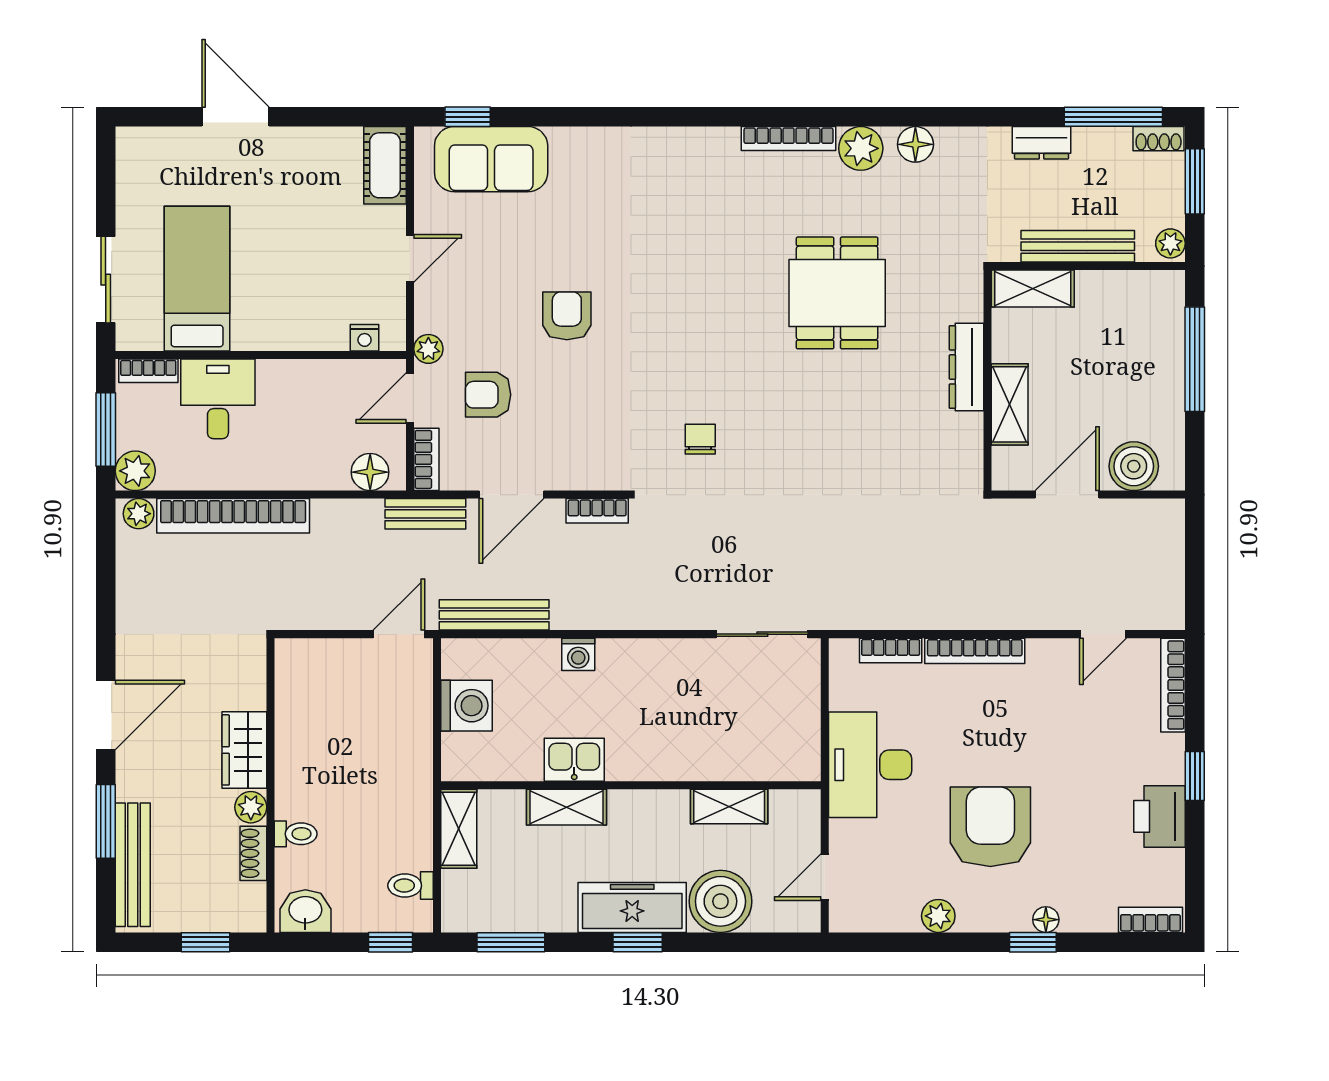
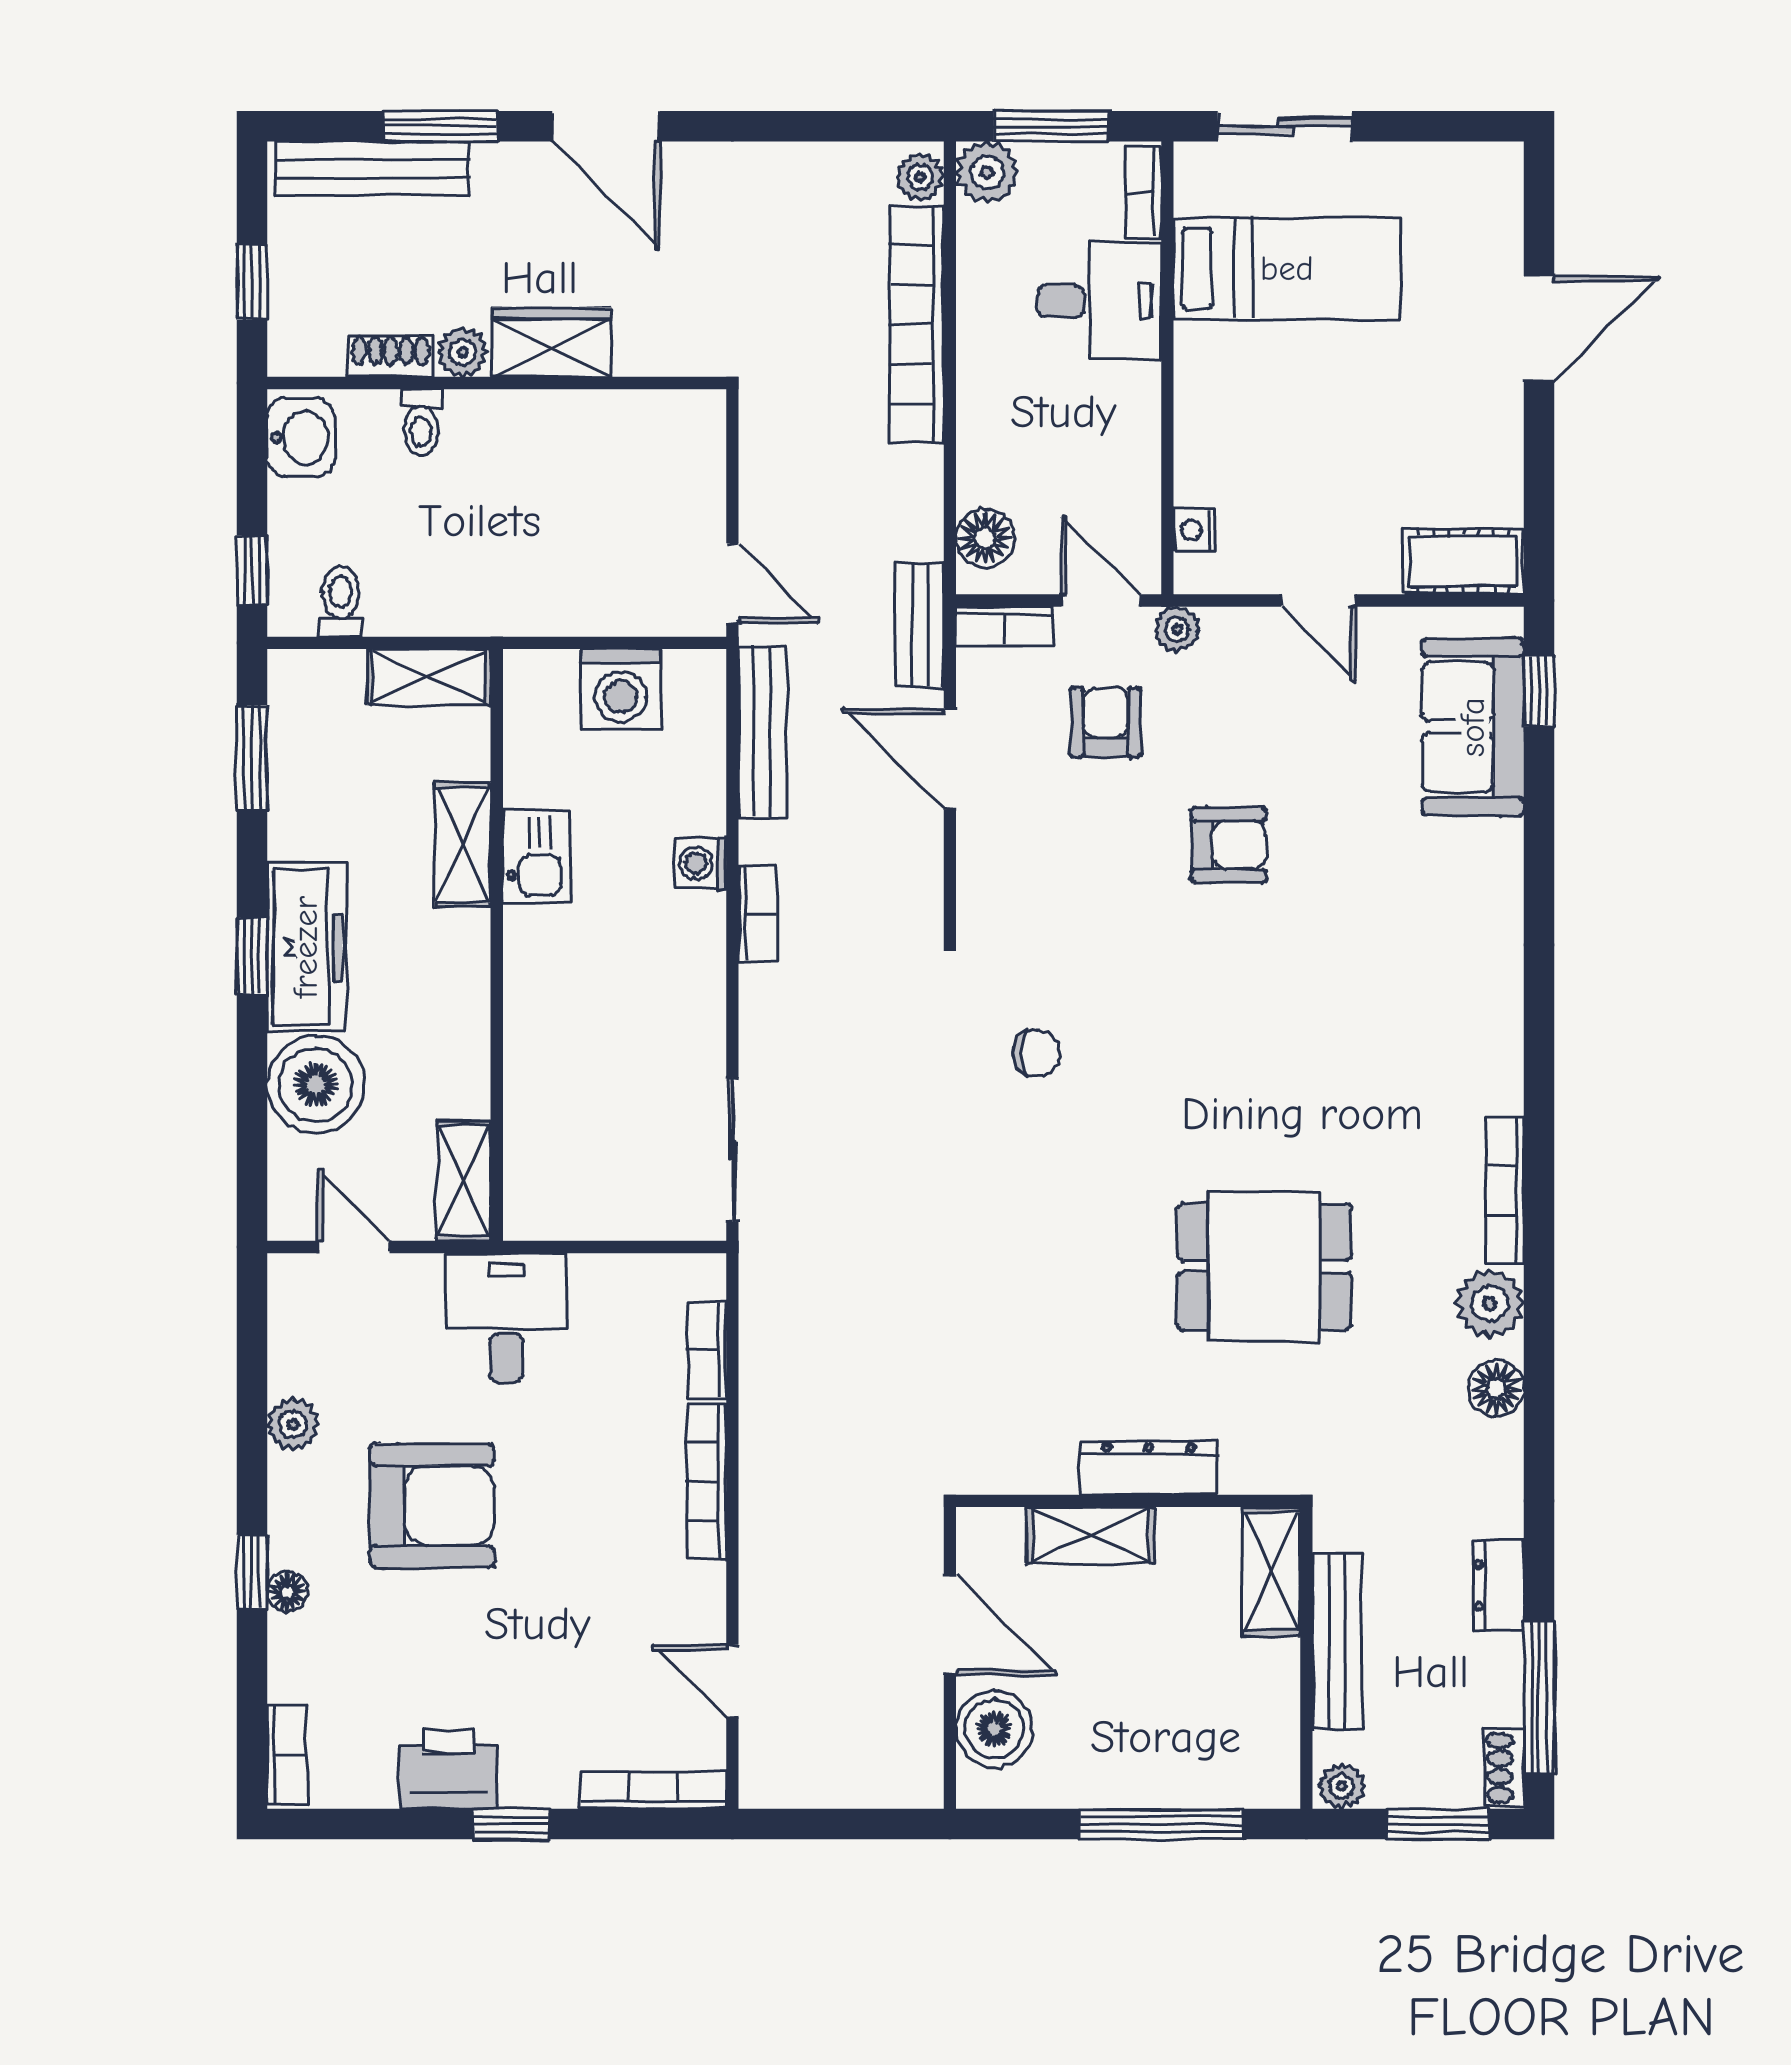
bookcase: (597, 511) -> (758, 914), moved, turned 180
desk: (870, 765) -> (506, 1318), width x0.73
shelving: (729, 806) -> (464, 1181), moved

